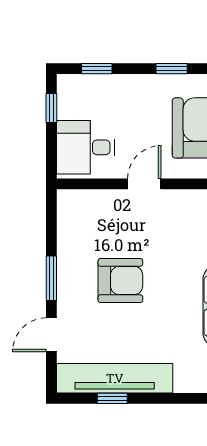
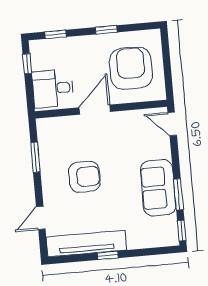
door: (144, 184) -> (95, 110), width x1.37
window: (51, 278) -> (35, 157), moved
window: (112, 398) -> (108, 255), moved

